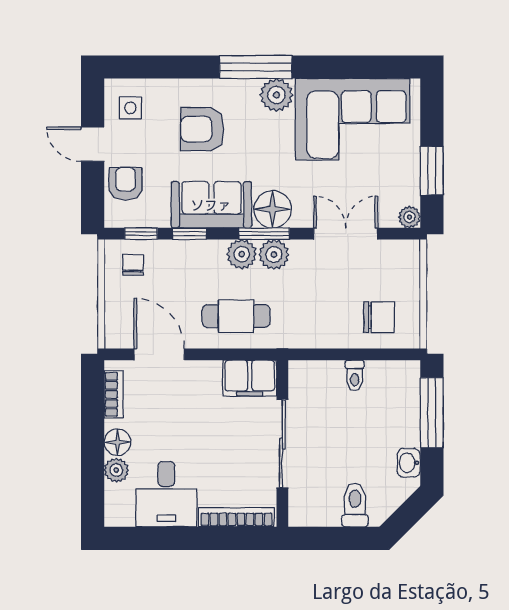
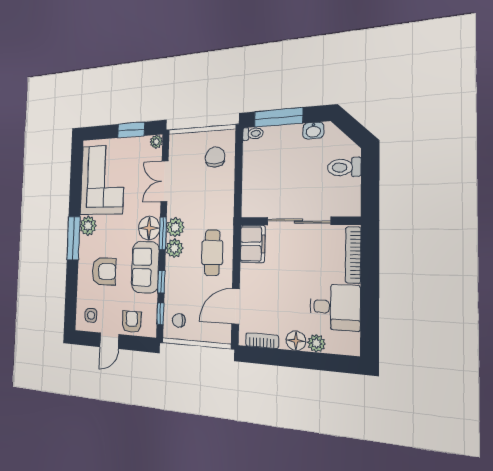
armchair: (202, 129) -> (104, 271), turned -90
armchair: (125, 184) -> (132, 322), turned 90
toilet: (355, 375) -> (253, 134), moved

